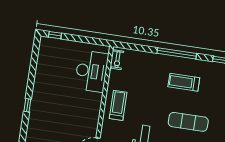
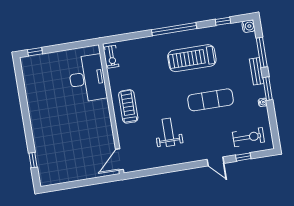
treadmill: (184, 82) -> (192, 58), width x1.37, depth x1.38
window: (27, 105) -> (33, 160), moved

